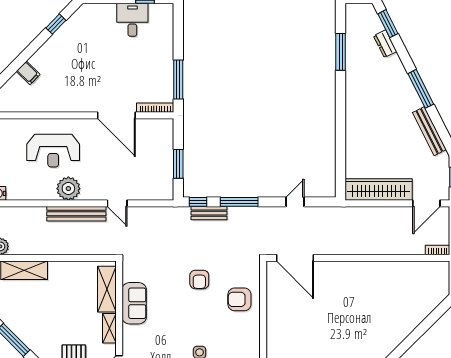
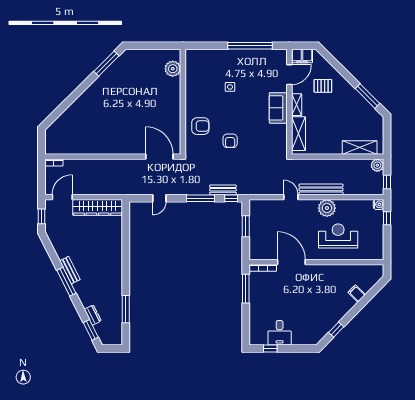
bench: (429, 131) -> (70, 270), moved, width x0.73
armchair: (199, 279) -> (230, 141), turned 180
sofa: (134, 303) -> (278, 108), moved

